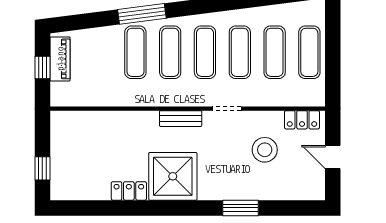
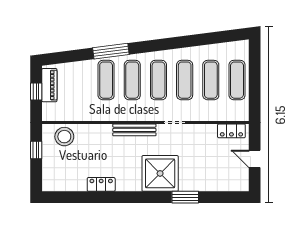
bench: (181, 119) -> (134, 130), width x1.36
stool: (265, 150) -> (64, 137), moved
window: (42, 168) -> (36, 150), moved
shower: (173, 176) -> (160, 173), moved

